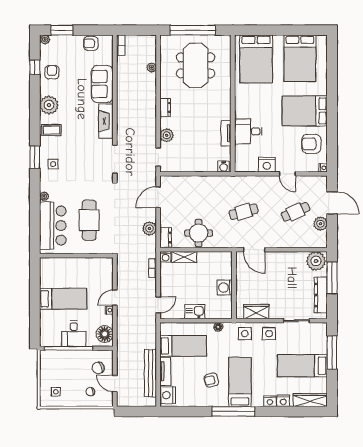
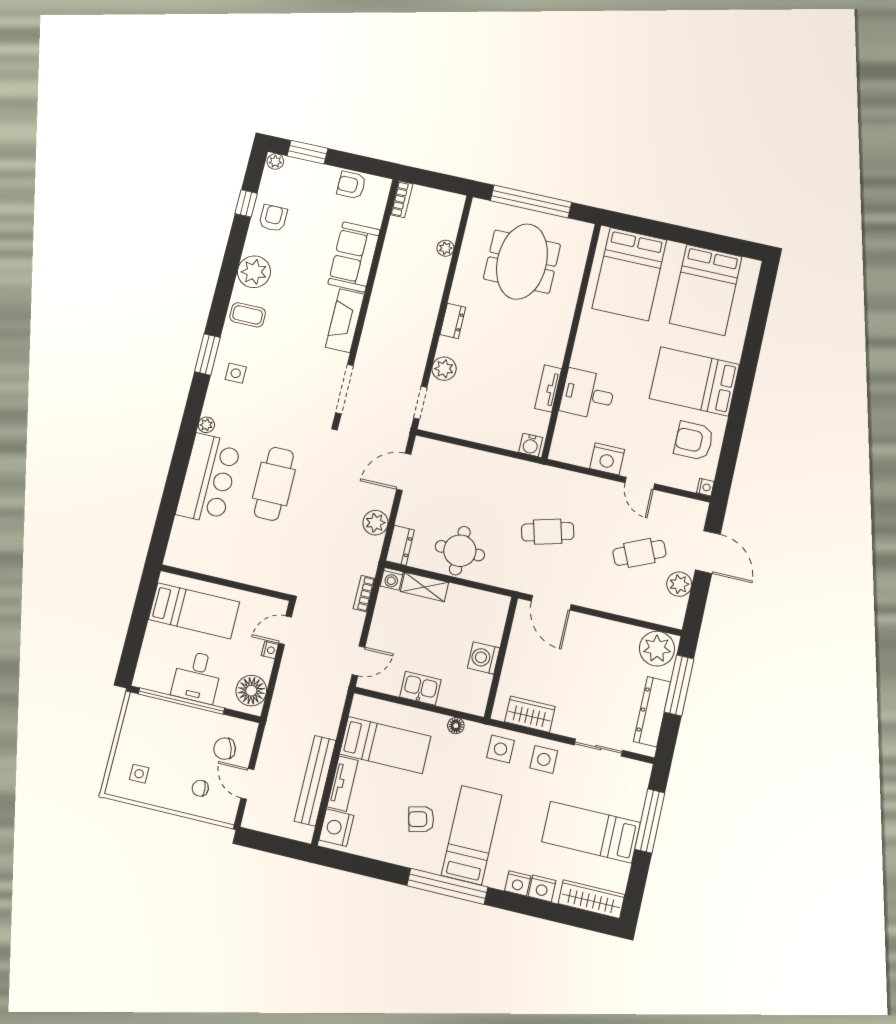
wall: (76, 256) -> (226, 583), moved

